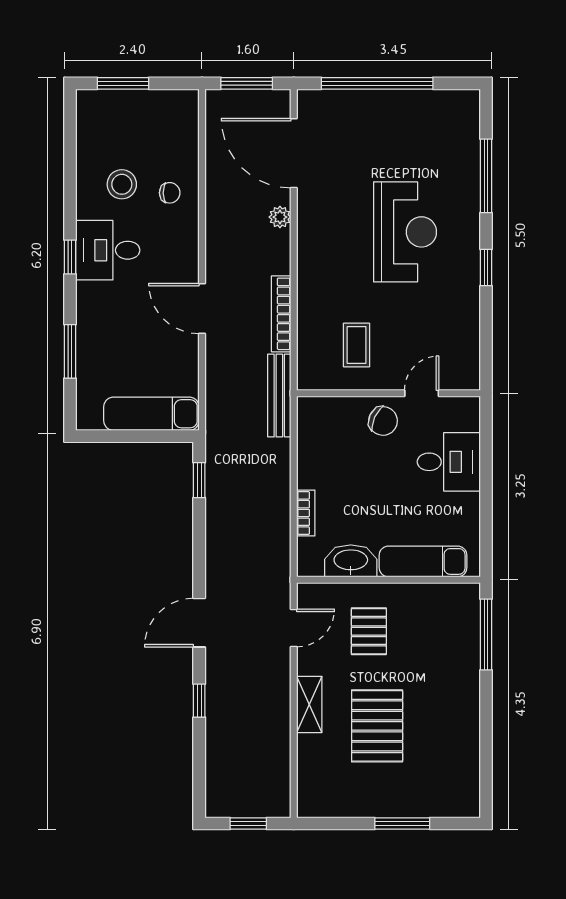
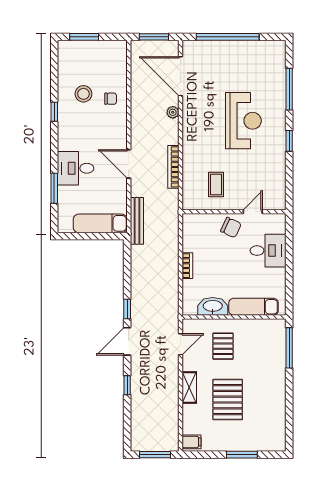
desk: (108, 250) -> (76, 168), moved
window: (70, 257) -> (54, 112), moved
bench: (279, 396) -> (137, 221), moved
window: (199, 480) -> (127, 309), moved
bookcase: (306, 513) -> (187, 266), moved
filing cabinet: (313, 801) -> (192, 442), added
window: (248, 824) -> (155, 455), width x1.50

